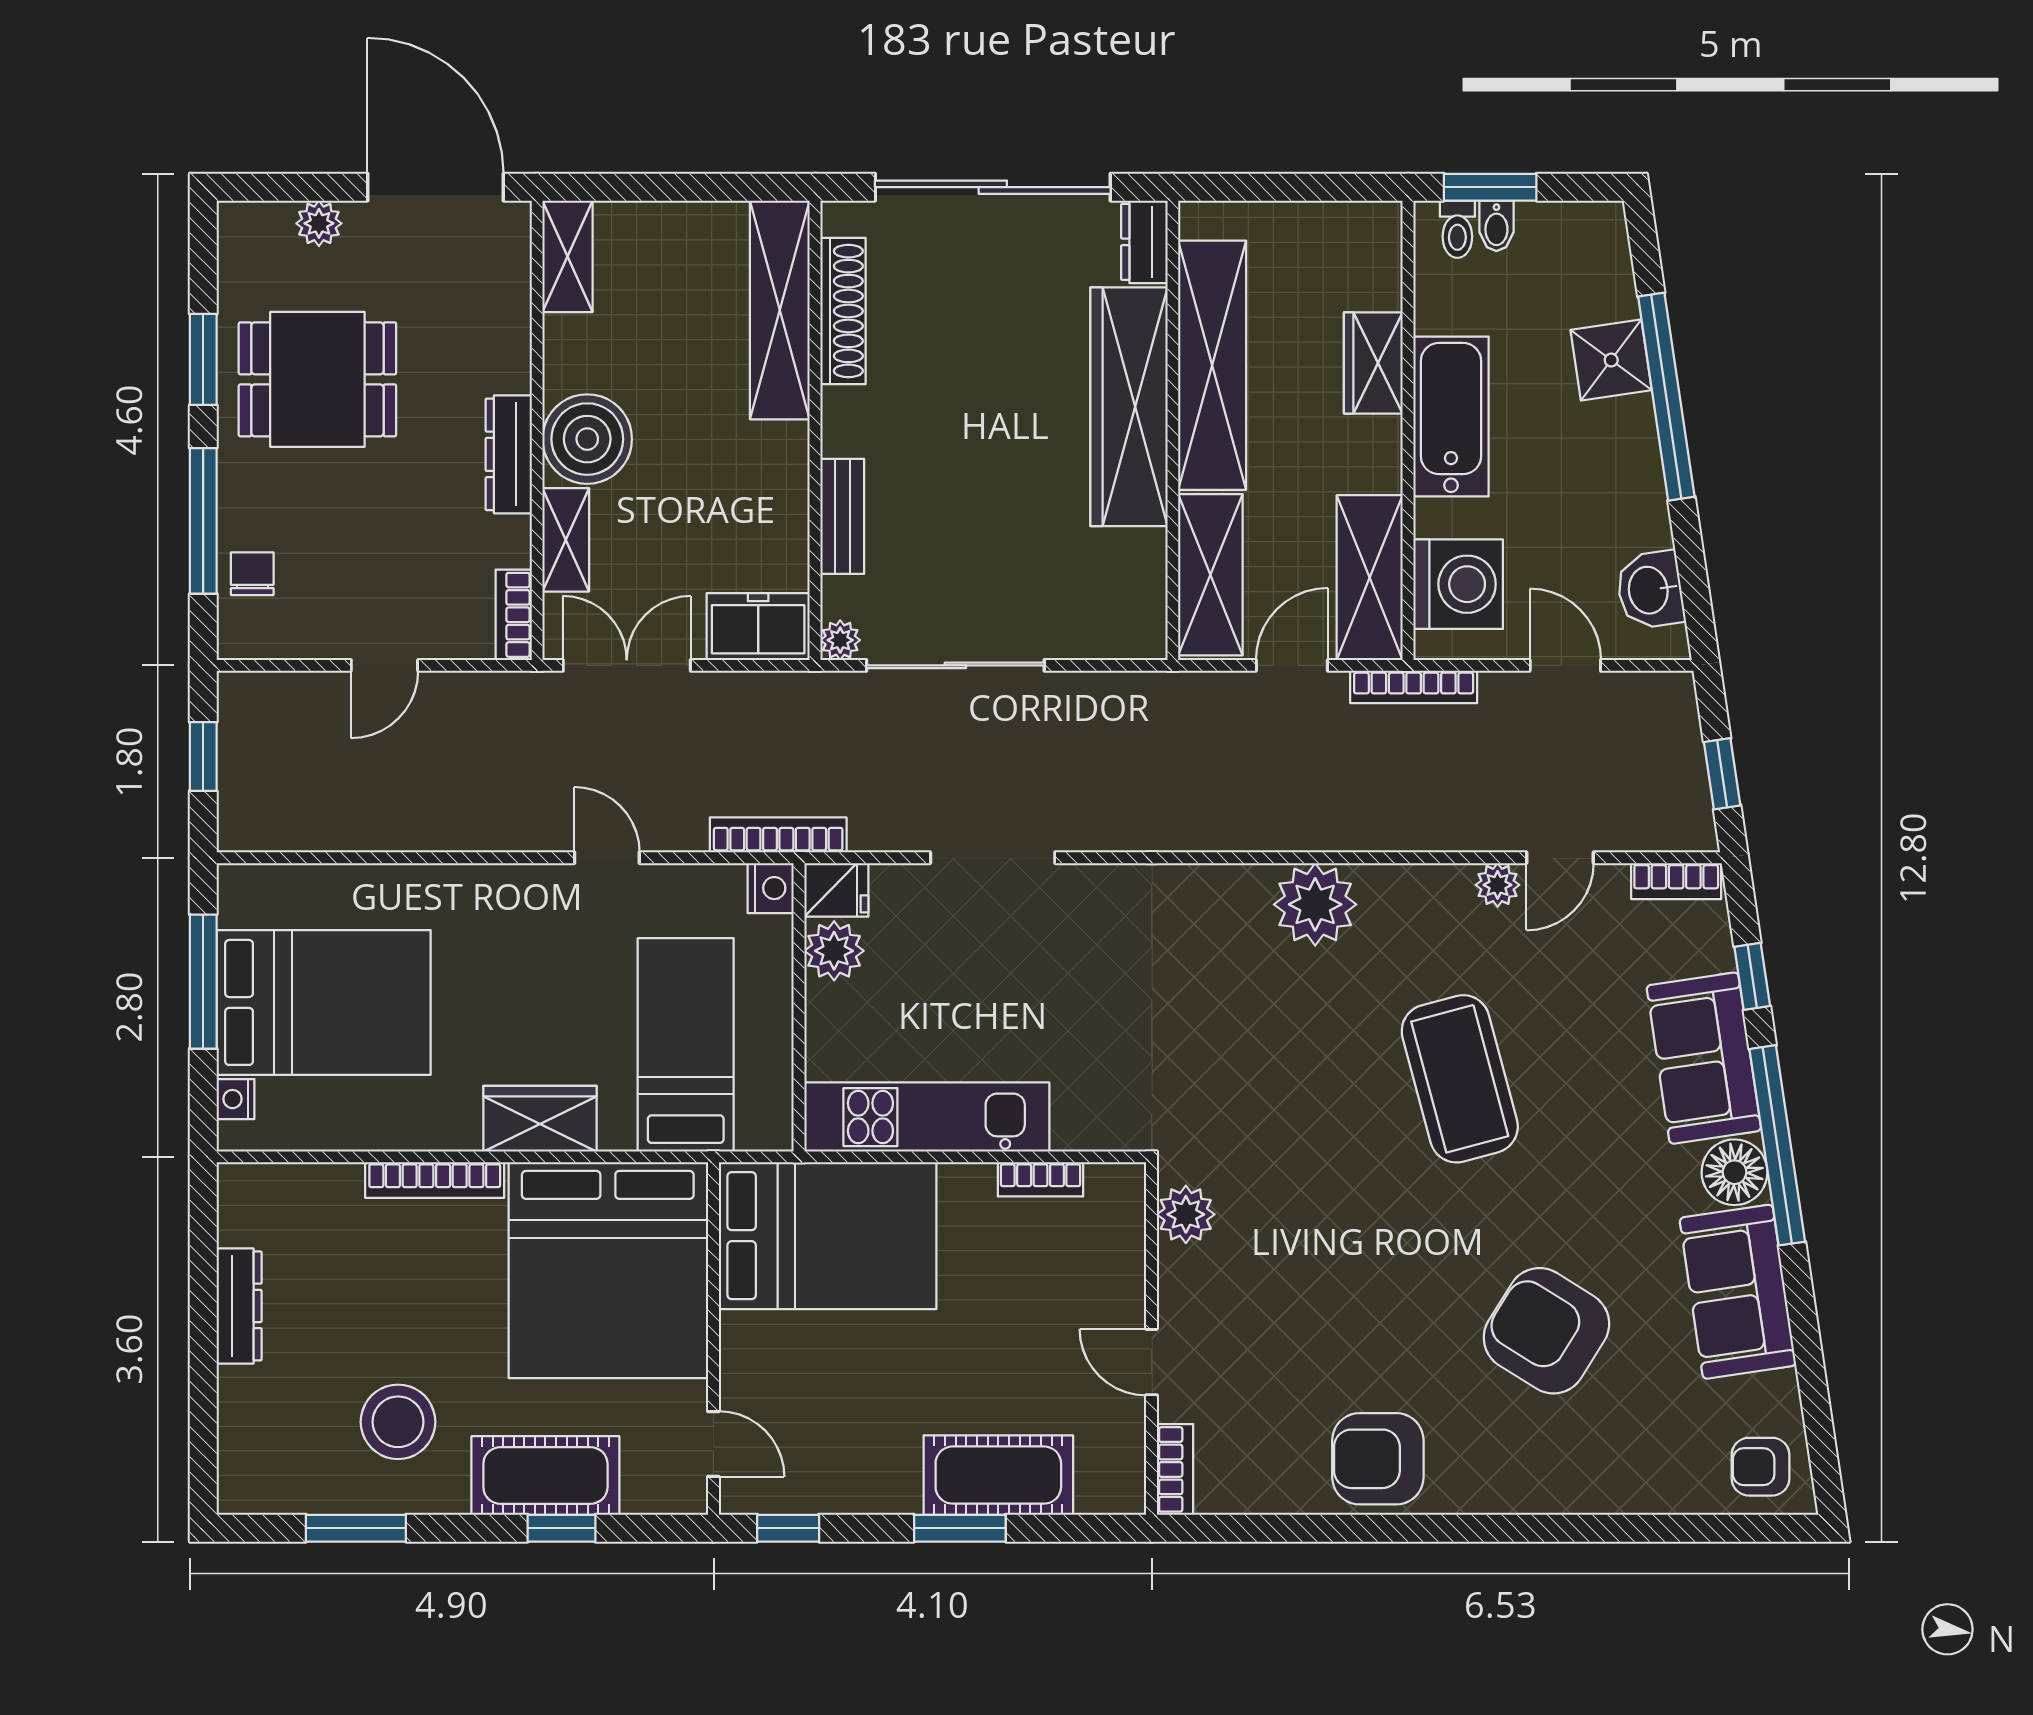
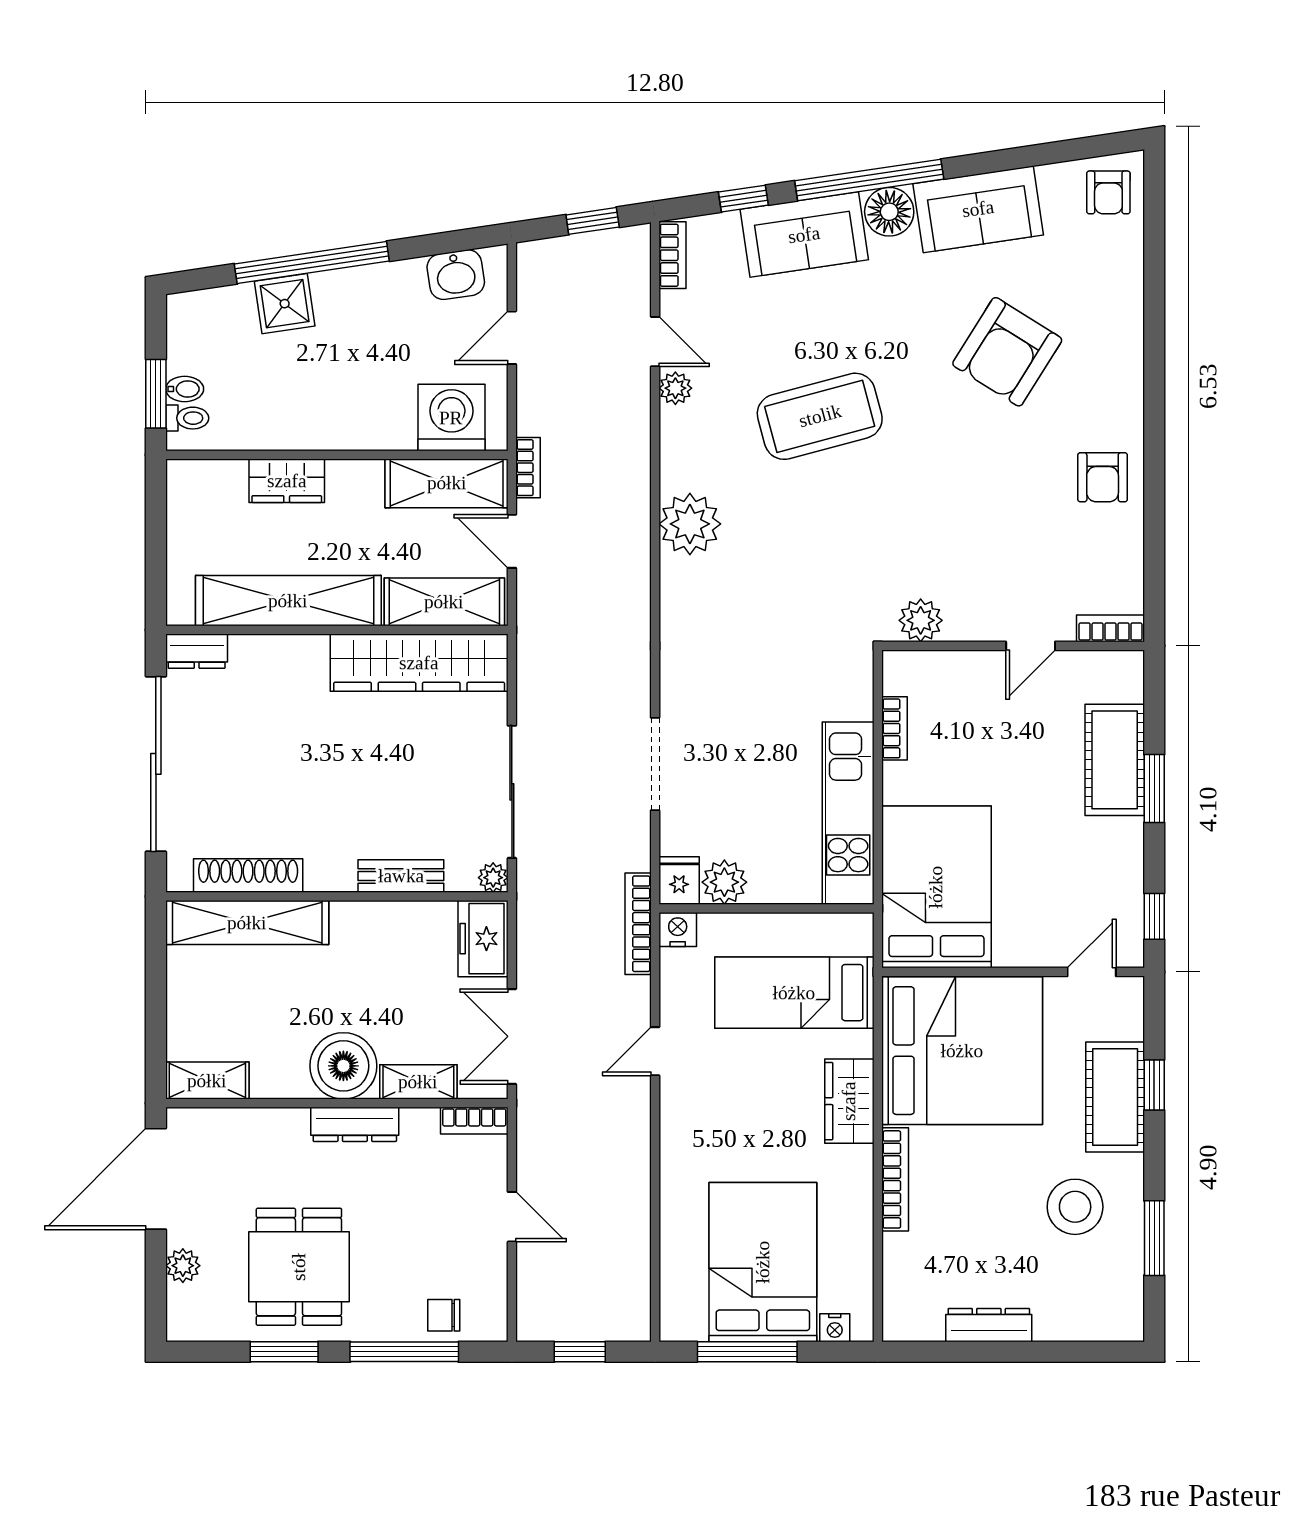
wardrobe: (1129, 407) -> (419, 663), moved
bathtub: (1451, 417) -> (327, 423), removed
bookcase: (1414, 687) -> (528, 468), width x0.64
armchair: (1378, 1459) -> (1103, 477), width x0.72, depth x0.72

